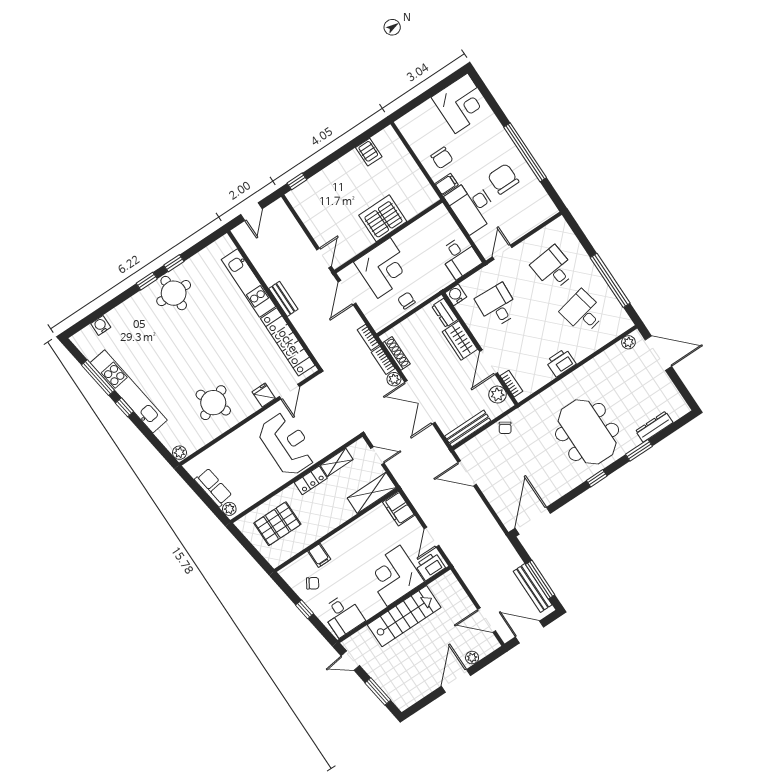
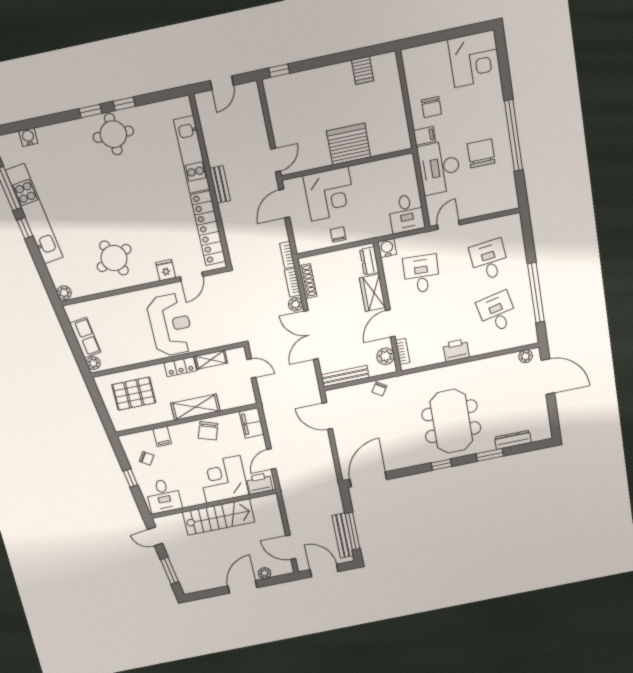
shelving: (372, 493) -> (195, 407), moved
chair: (360, 533) -> (208, 431), added

